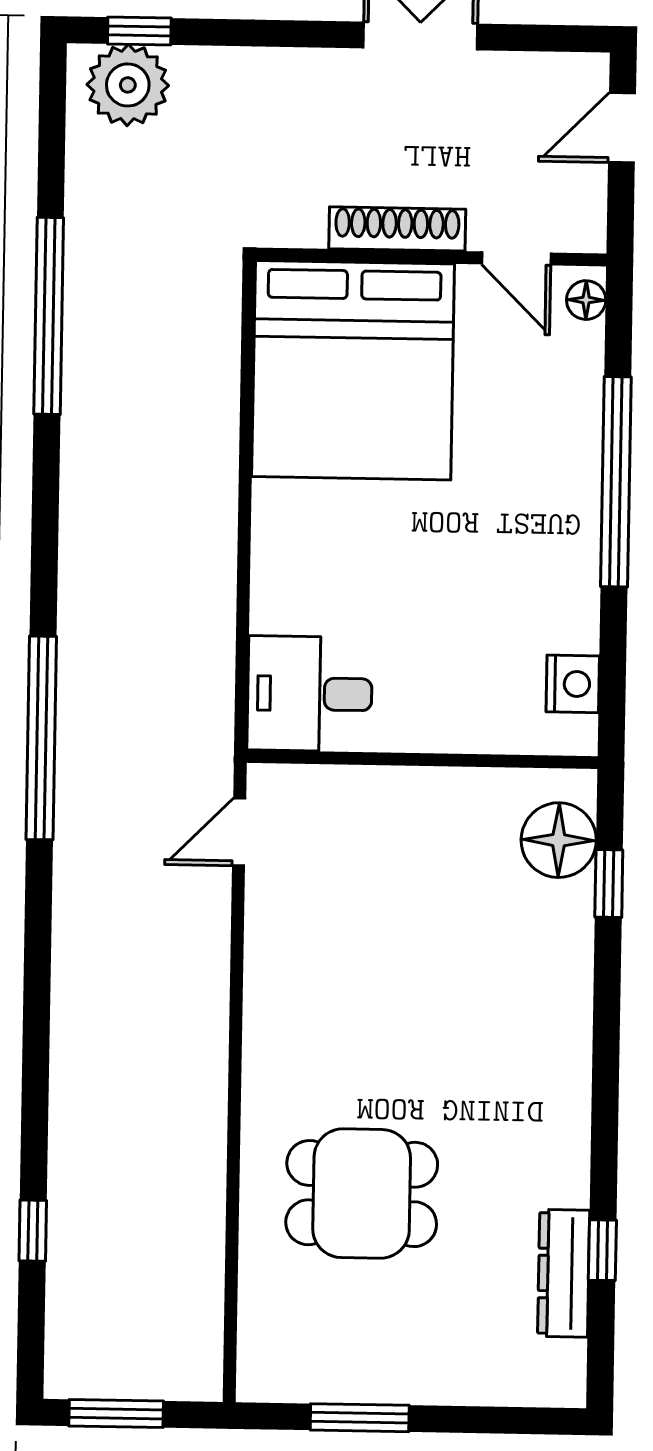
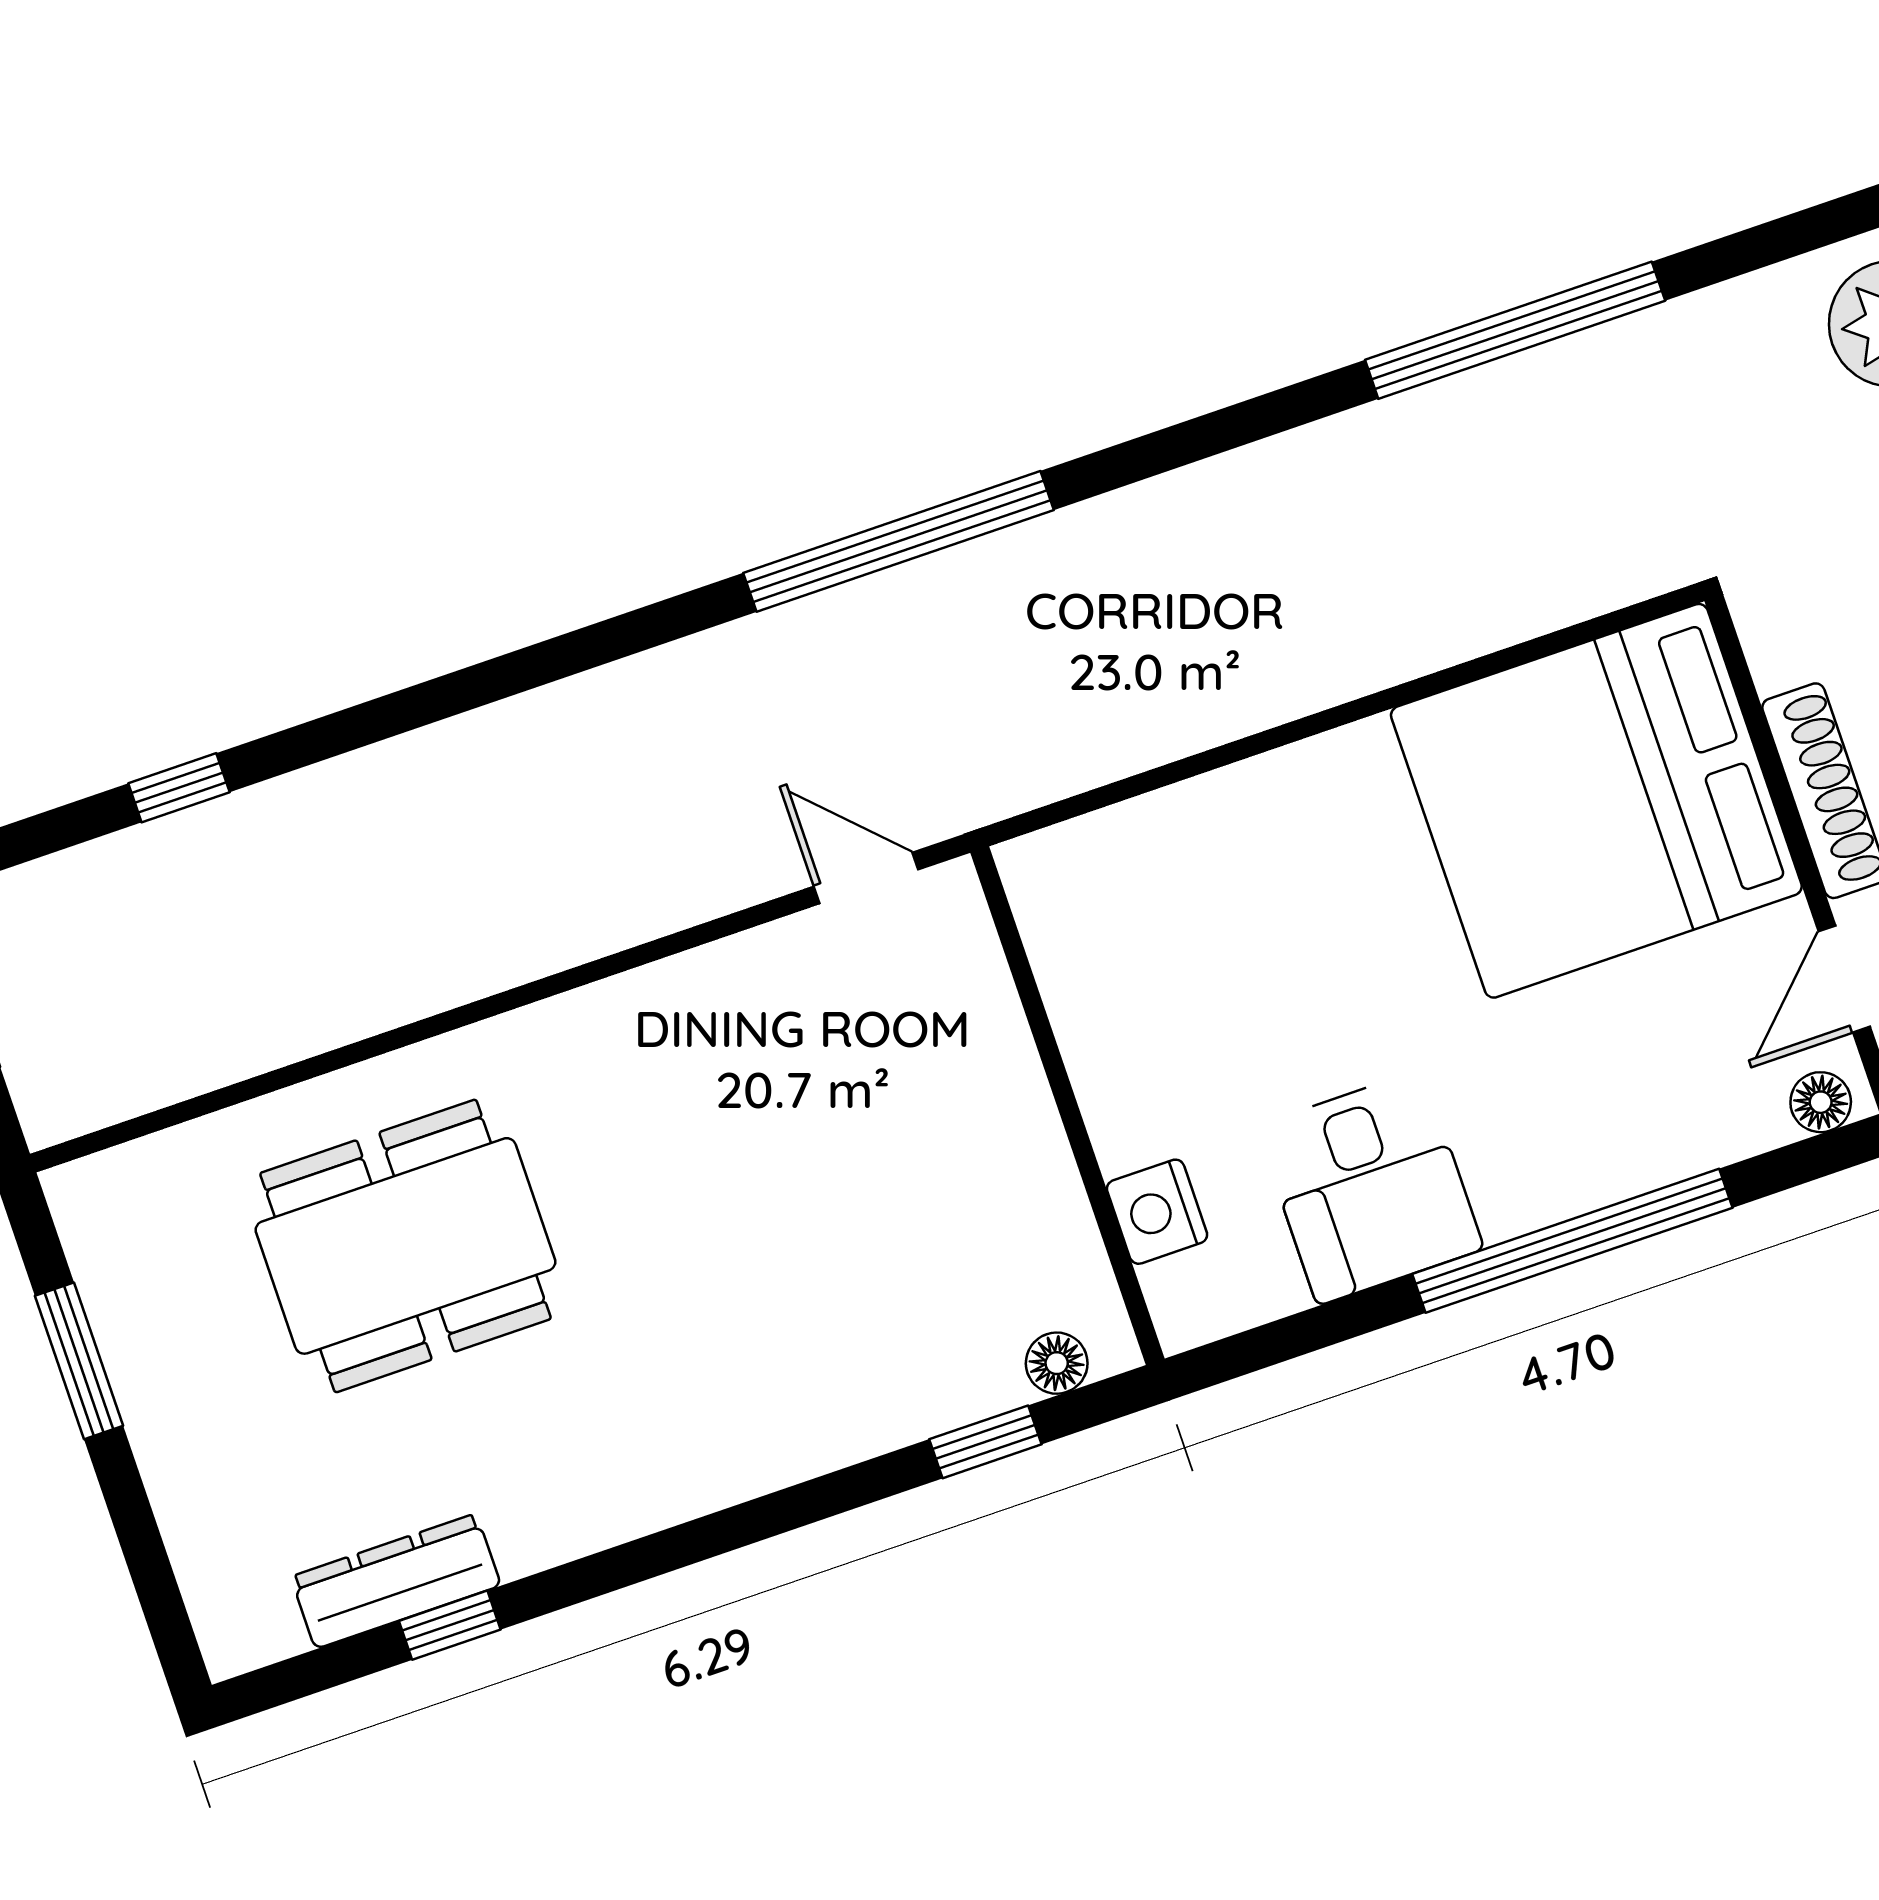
nightstand: (573, 684) -> (1157, 1212), moved, turned 90
desk: (310, 694) -> (1370, 1187), moved, turned 180
floor lamp: (559, 840) -> (1057, 1363), width x0.53, depth x0.53
dining table: (362, 1194) -> (406, 1246), width x1.37

